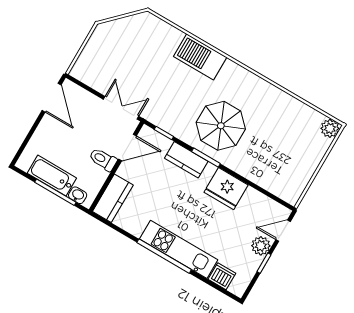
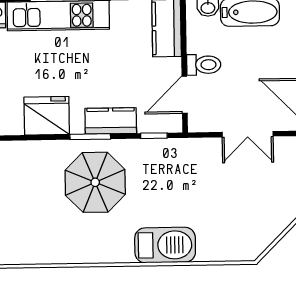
double door: (121, 108) -> (248, 134), moved

